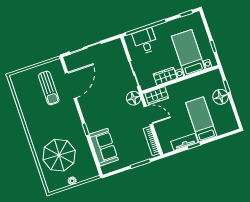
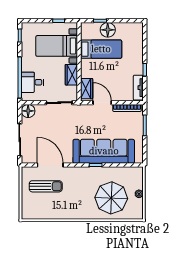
floor lamp: (133, 98) -> (28, 111), moved
door: (148, 115) -> (102, 103), hinge flipped
bed: (201, 119) -> (101, 49), moved, turned 180
tv unit: (184, 142) -> (138, 88), moved
sofa: (104, 147) -> (104, 151), width x1.85, depth x1.27

